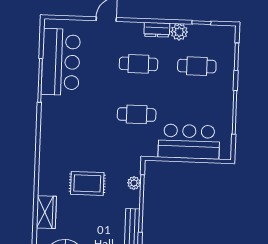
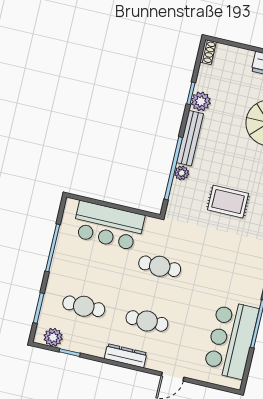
dresser: (157, 30) -> (126, 356), width x1.44
plant: (179, 32) -> (53, 337), moved
plant: (134, 183) -> (182, 173), moved

